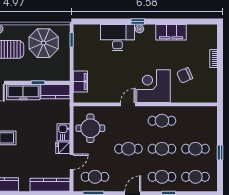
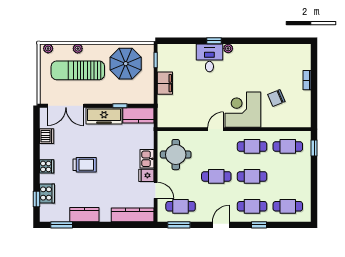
window: (138, 22) -> (214, 41), moved
filing cabinet: (171, 32) -> (262, 52), removed
desk: (117, 38) -> (209, 58), width x0.73
filing cabinet: (80, 82) -> (165, 83), moved
cafe table: (195, 149) -> (288, 146), moved
window: (220, 153) -> (314, 148), moved
door: (72, 162) -> (156, 190), hinge flipped

